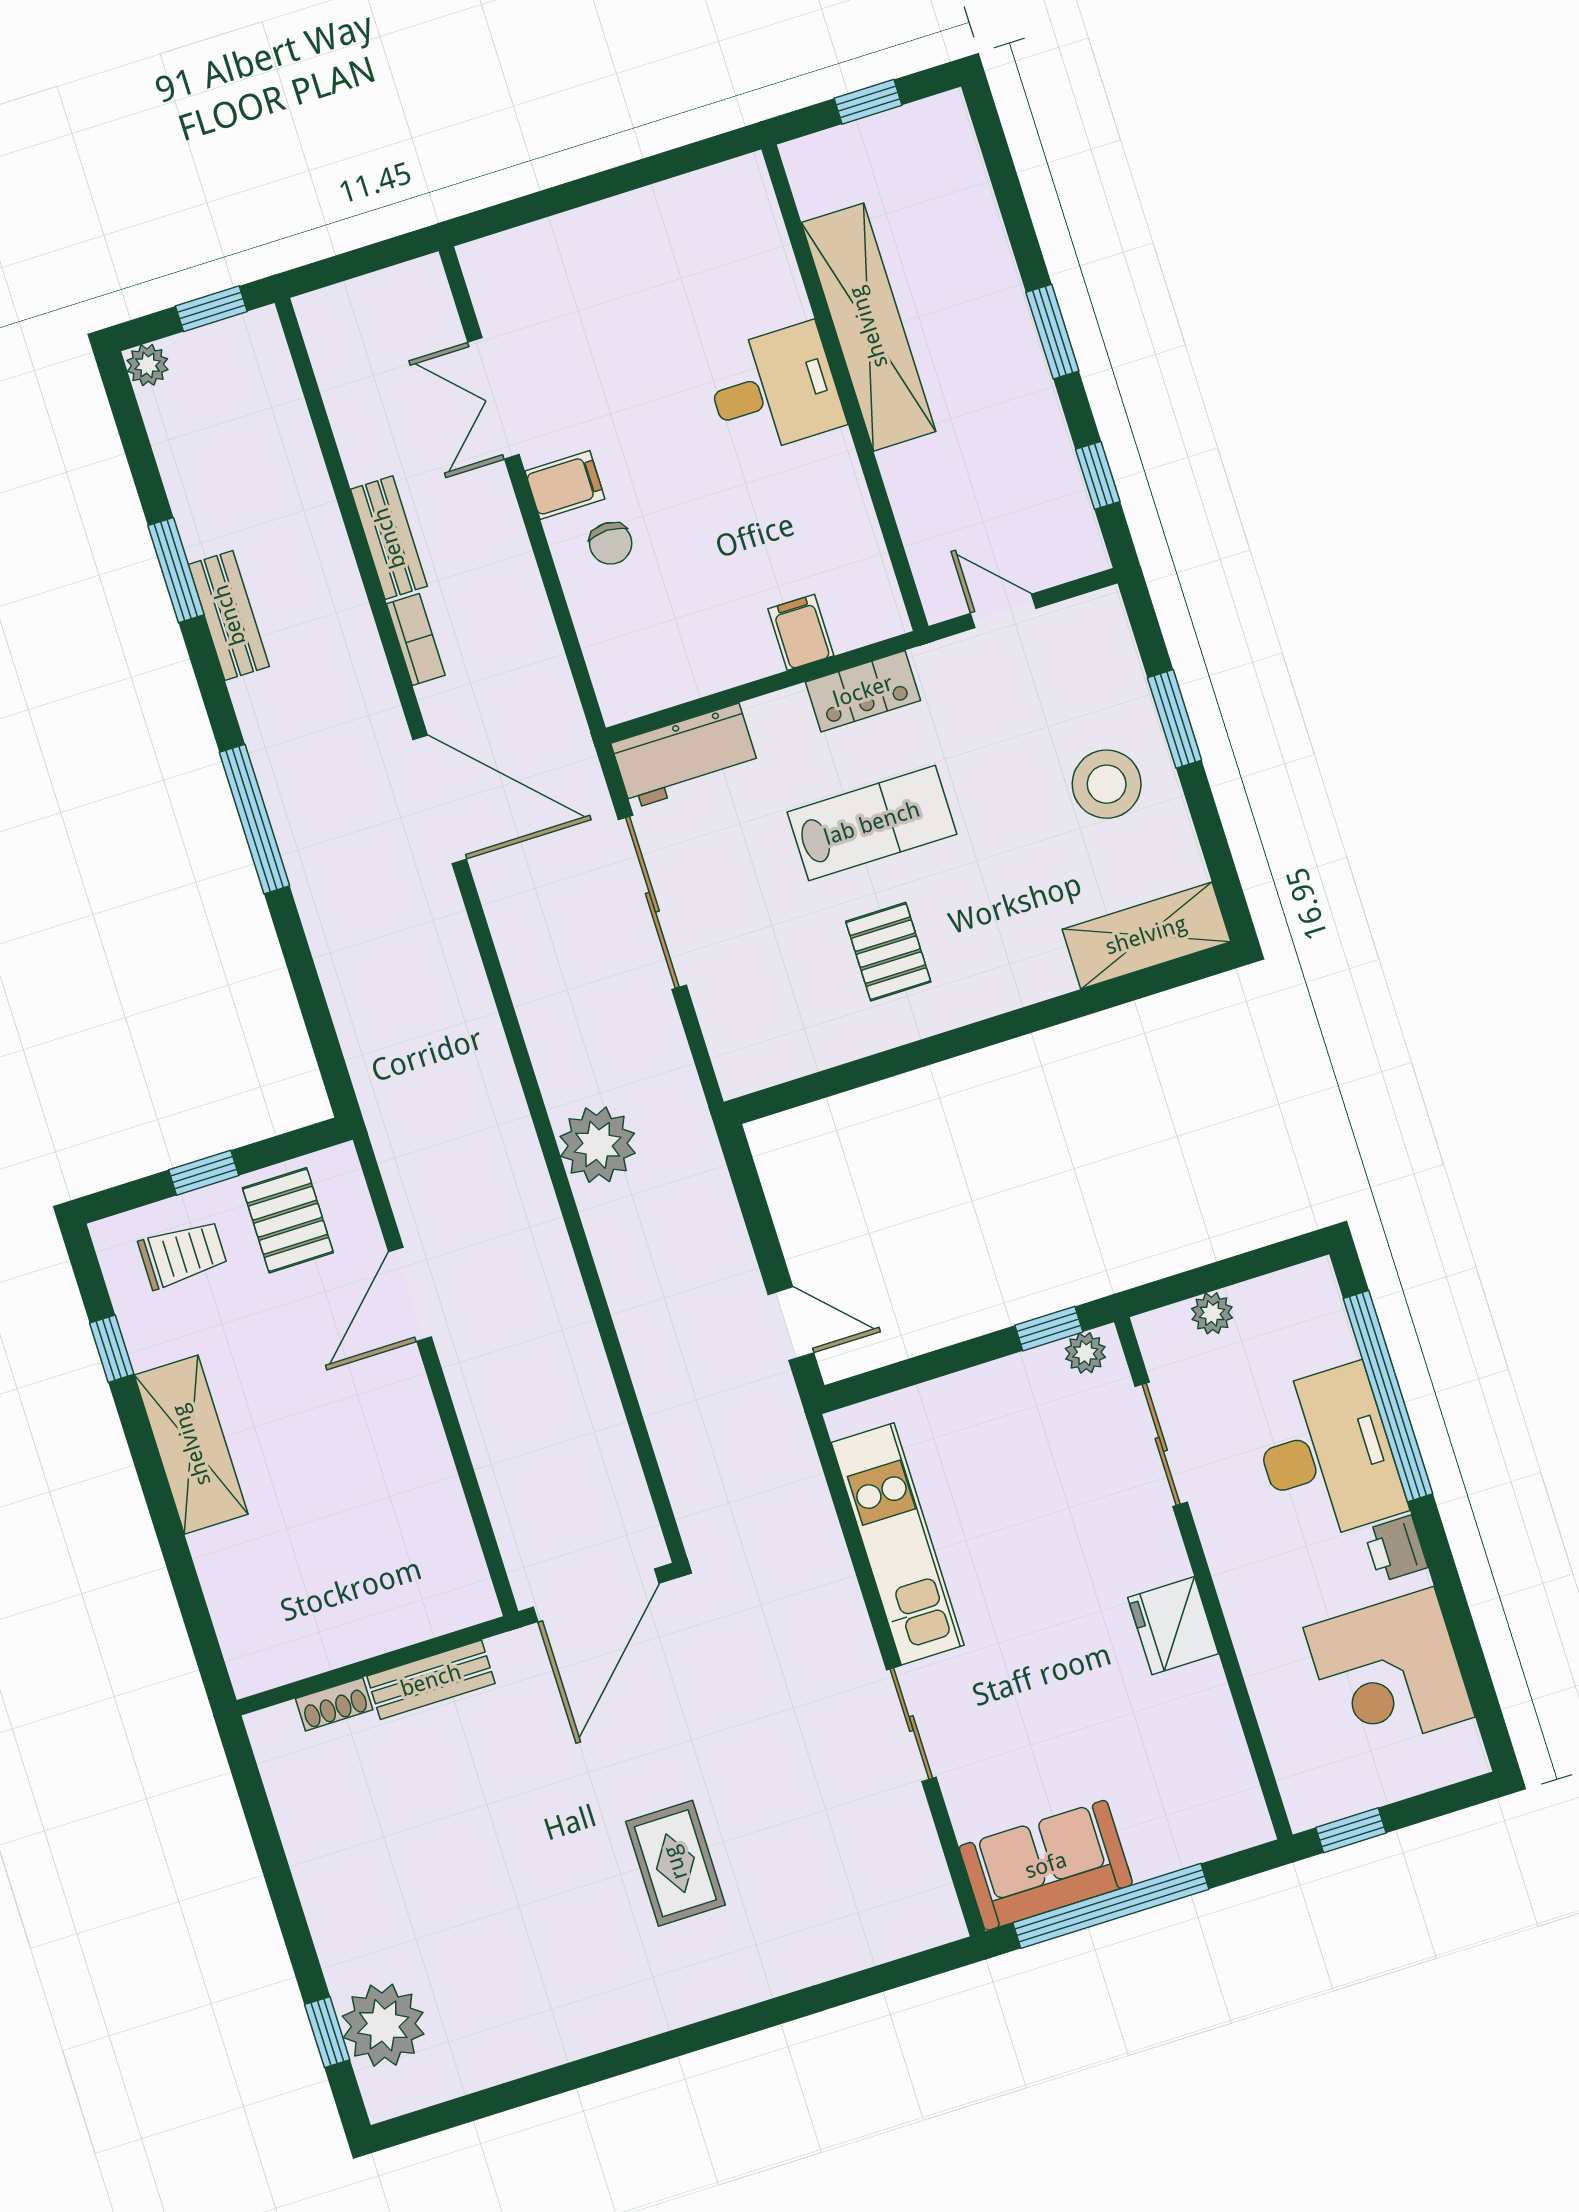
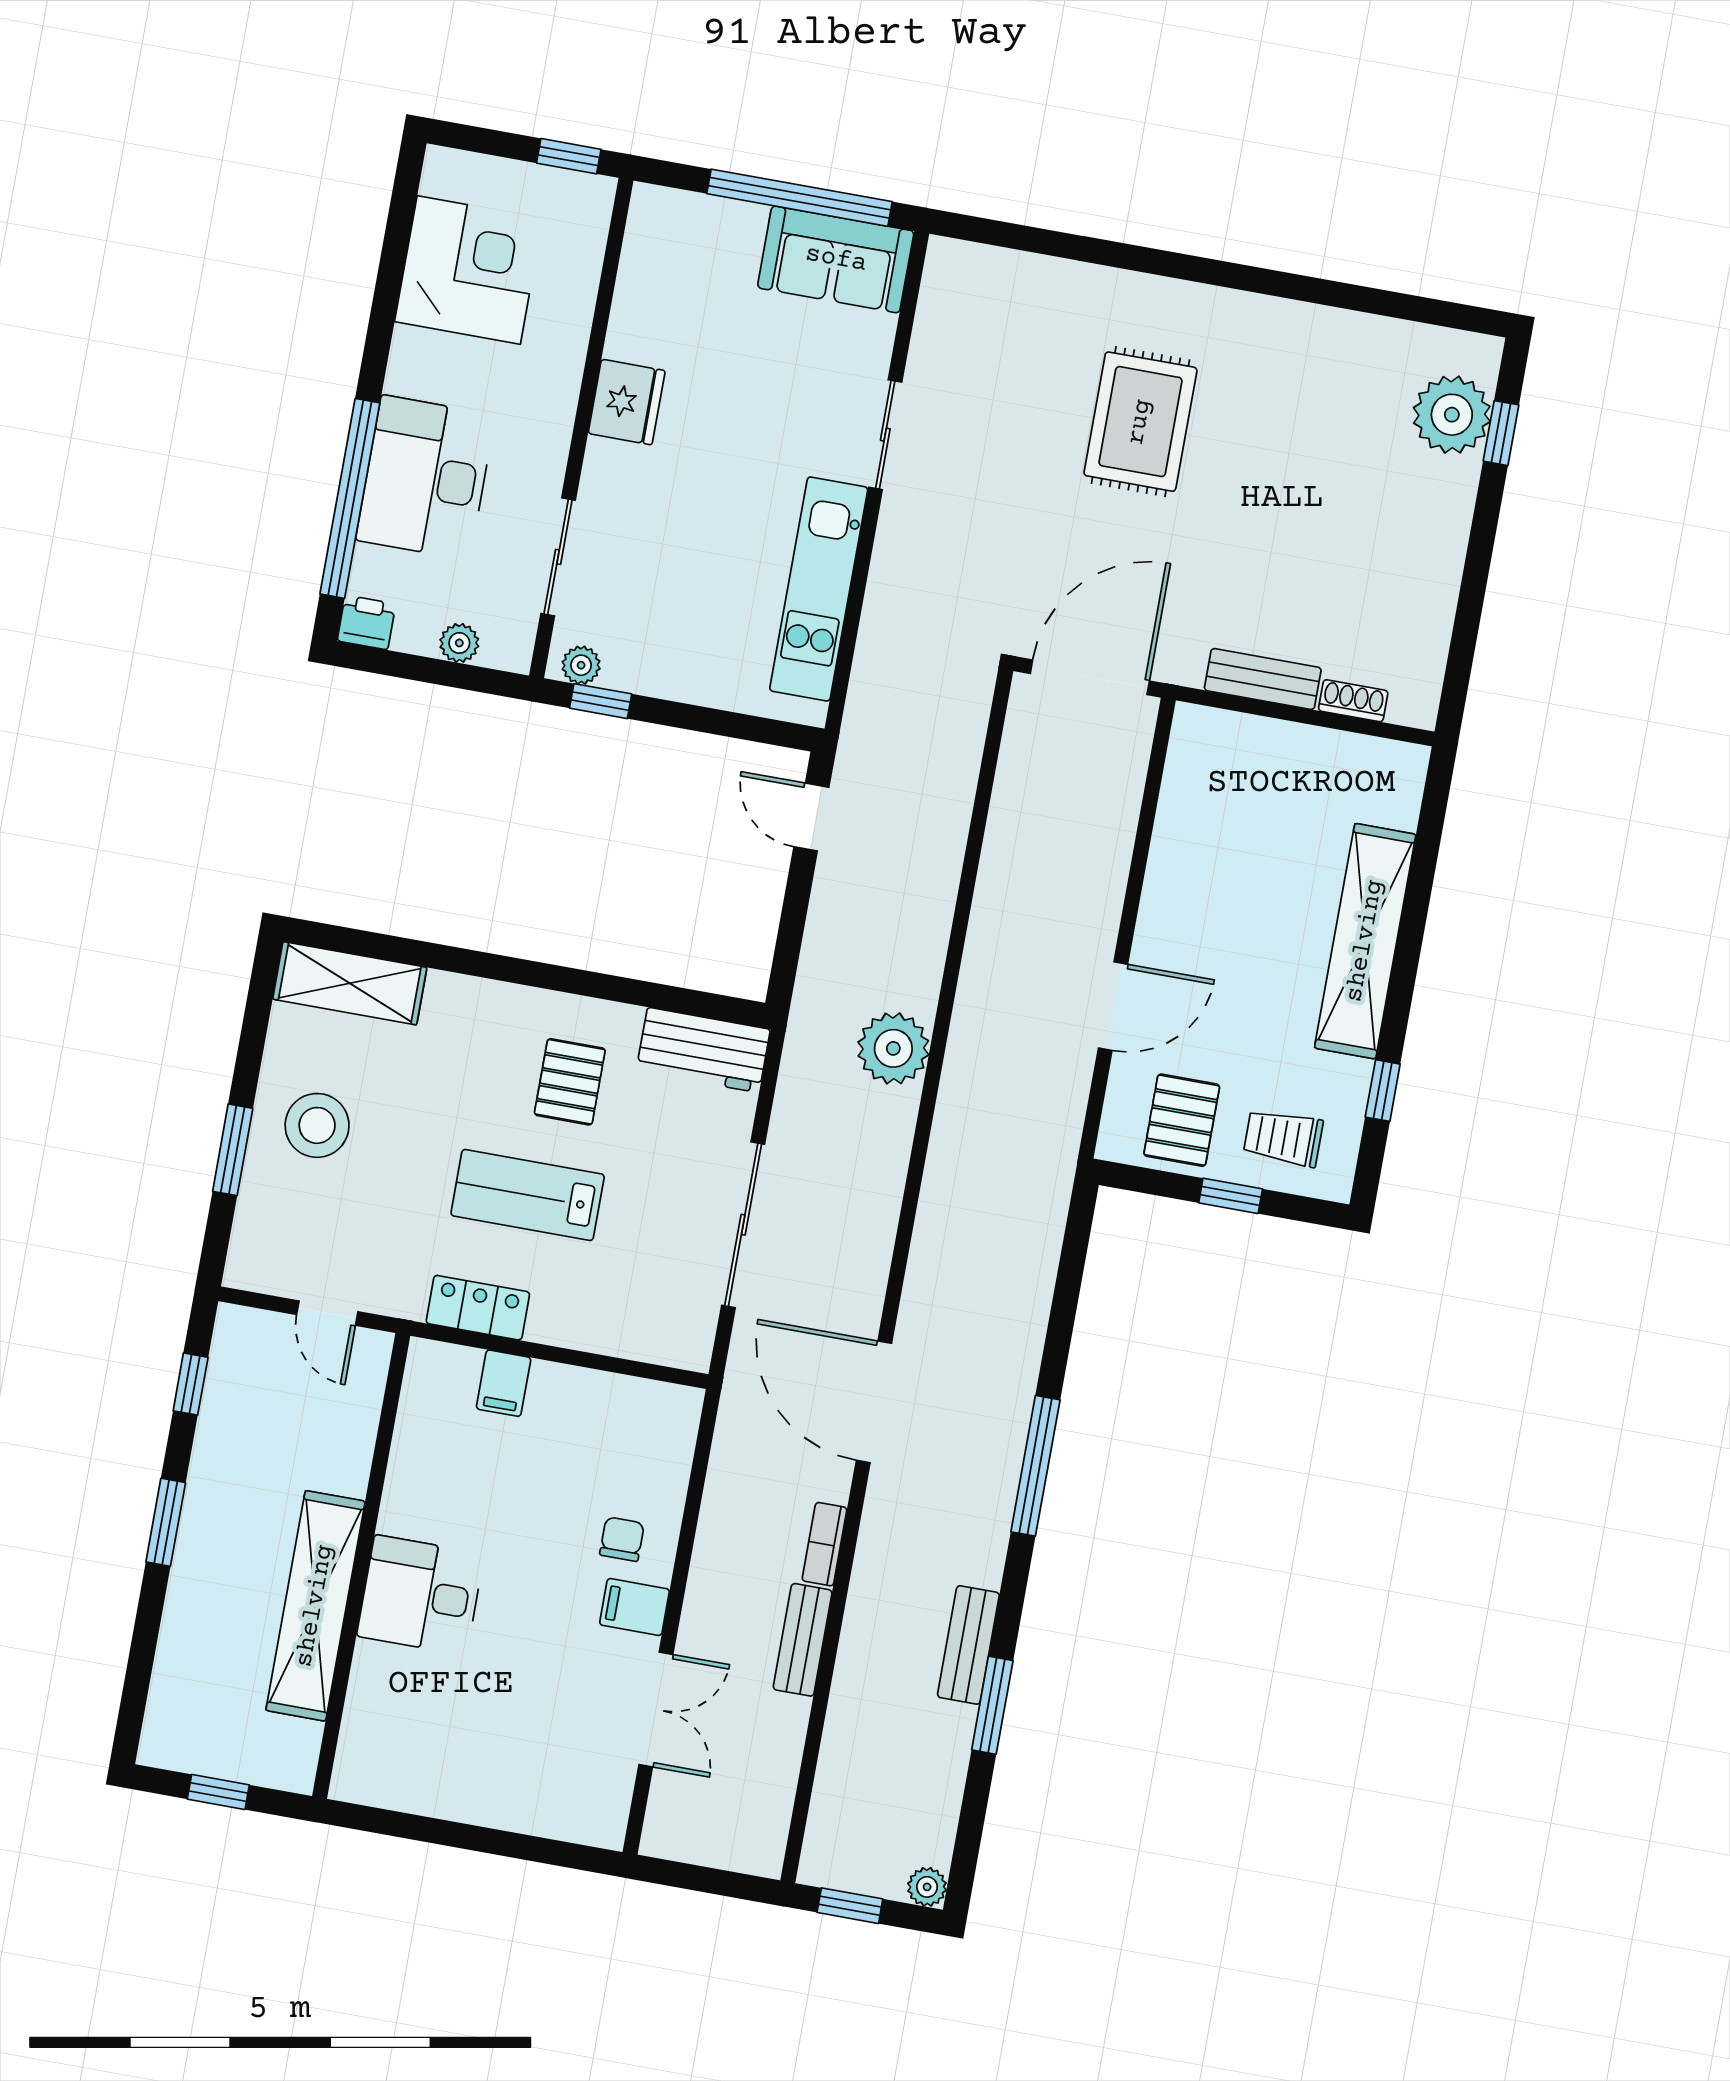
workbench: (685, 756) -> (703, 1050), moved, turned 180
shelving: (191, 1445) -> (1365, 941), width x1.47
printer: (1396, 1549) -> (367, 622), moved, turned -90
rug: (675, 1863) -> (1140, 422), width x1.36, depth x1.43

